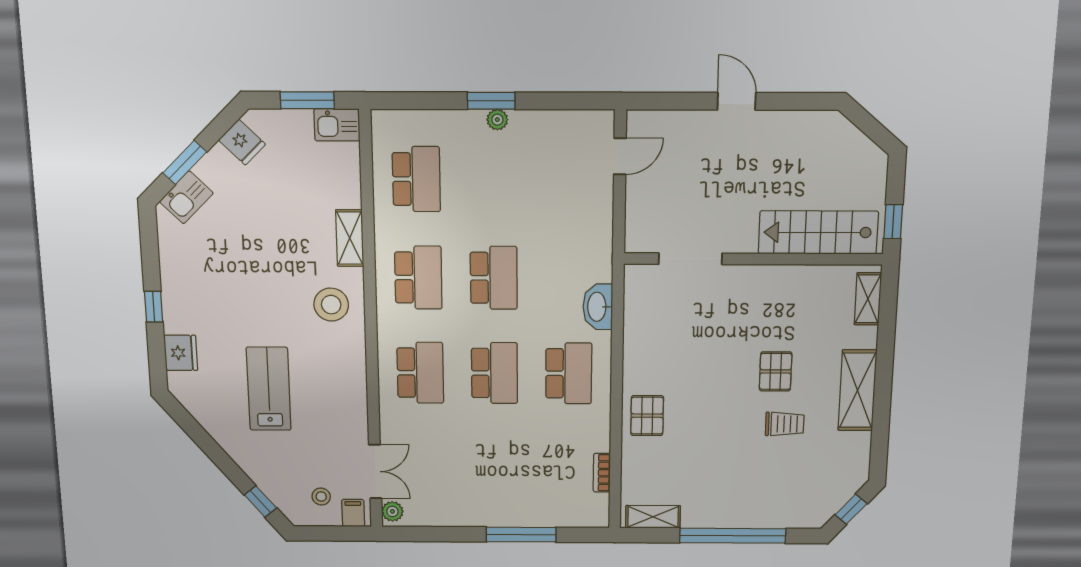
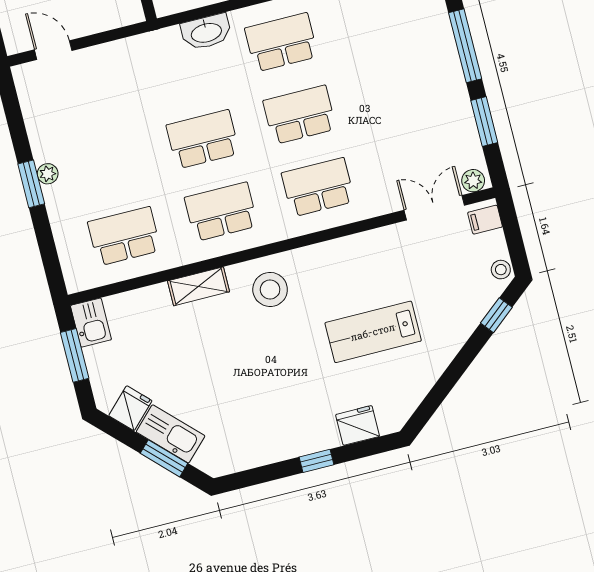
kitchen sink: (186, 197) -> (171, 434), moved, width x1.38
stool: (321, 497) -> (501, 270), moved
window: (446, 534) -> (484, 122), added

